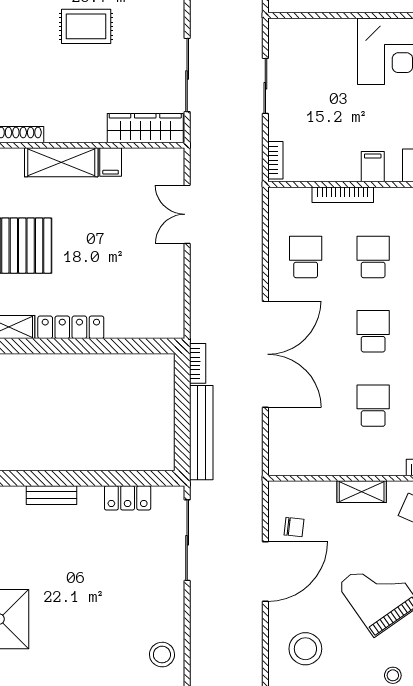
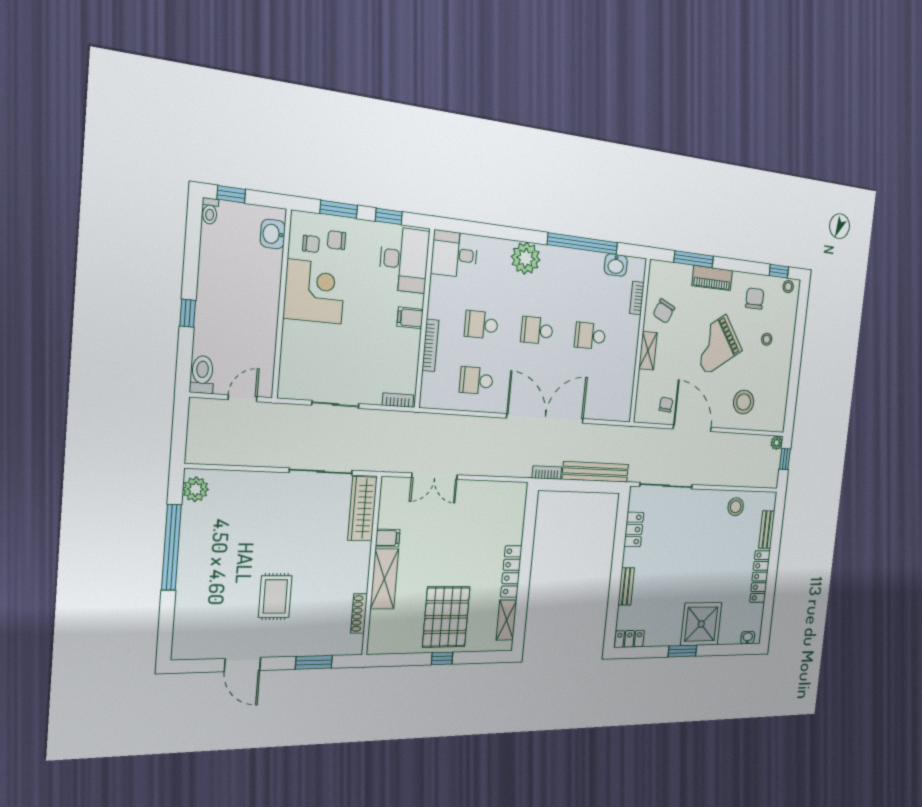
rug: (86, 26) -> (275, 597), moved

